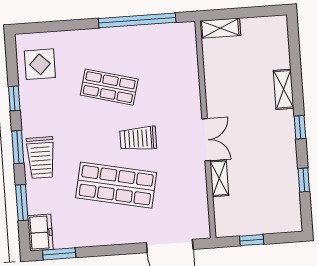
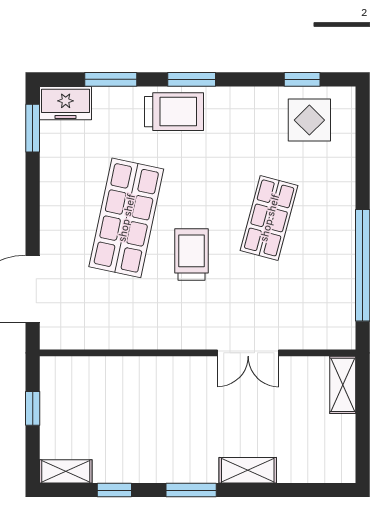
window: (14, 98) -> (302, 79), moved
window: (300, 127) -> (191, 490), width x1.50
double door: (206, 140) -> (248, 353), moved
trolley: (41, 158) -> (174, 112), turned 180
shelving: (219, 178) -> (66, 471), moved

